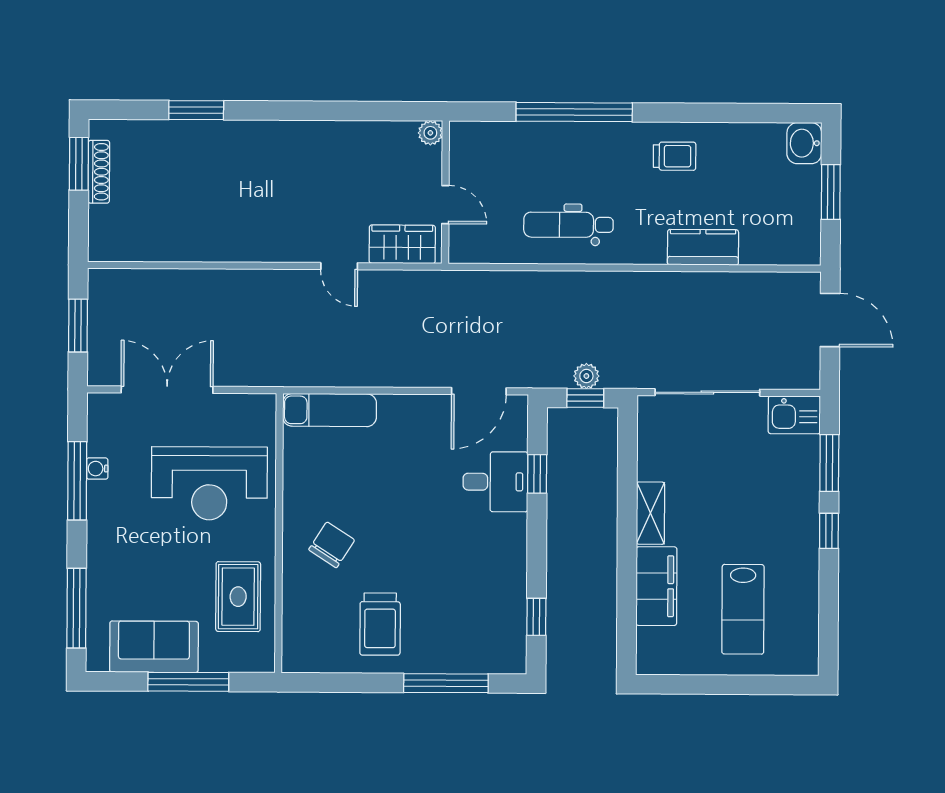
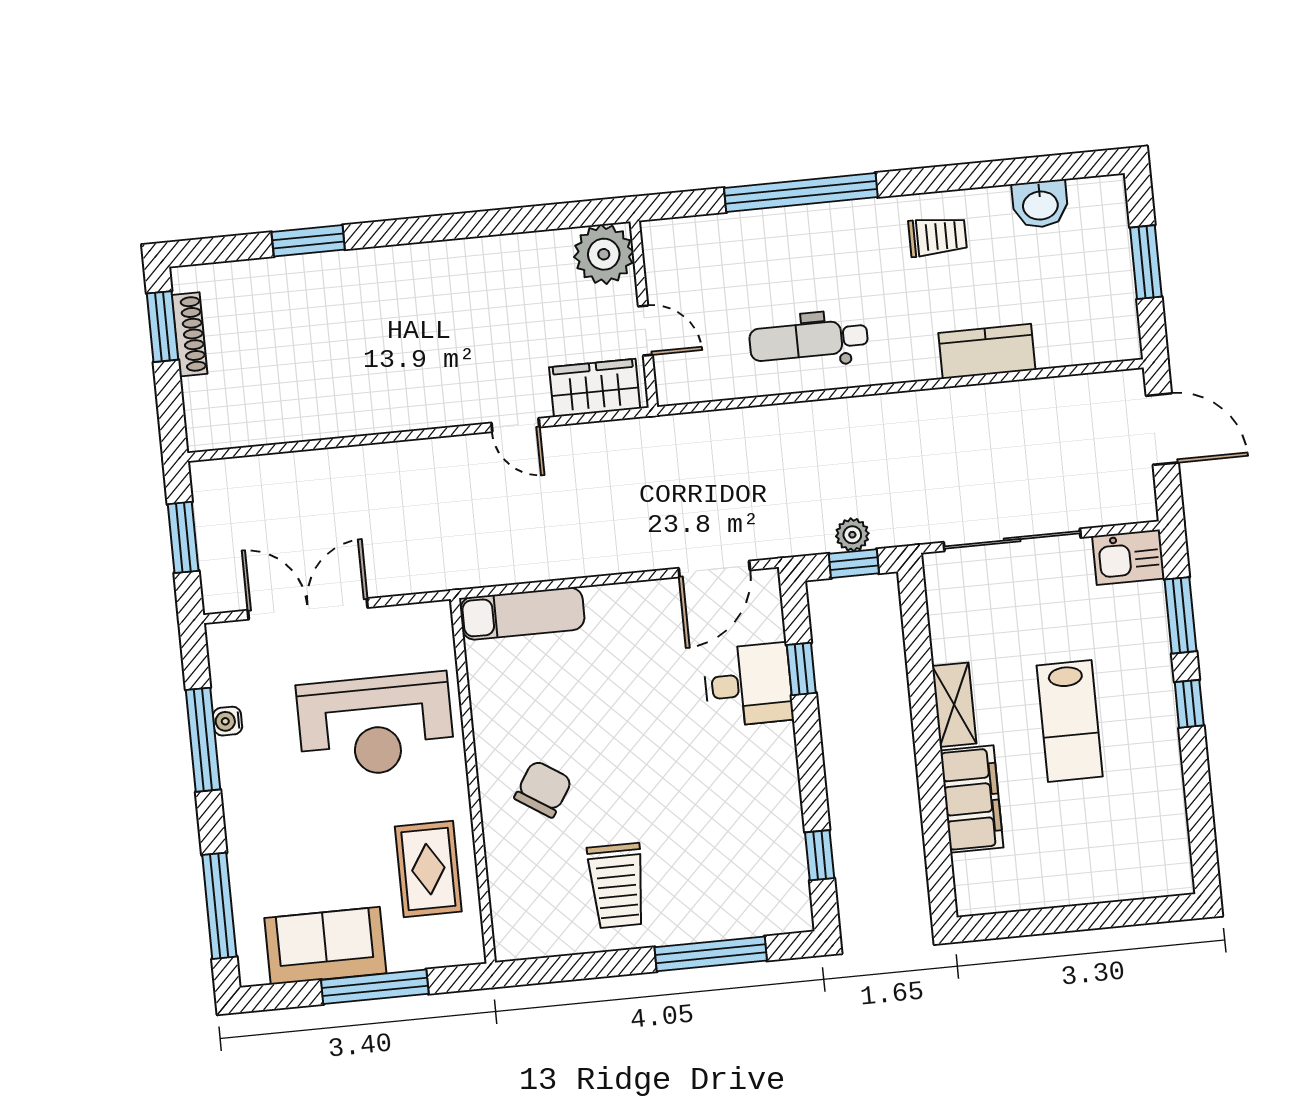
plant: (430, 133) -> (604, 254), width x1.87, depth x1.87
washbasin: (804, 143) -> (1040, 204), moved, turned -90
lab bench: (743, 609) -> (1070, 721), moved

